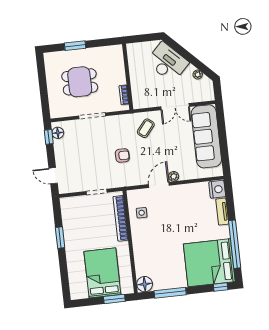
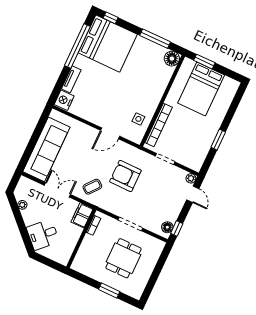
desk: (167, 62) -> (43, 235), width x0.73
dining table: (80, 82) -> (123, 258), turned 90
filing cabinet: (139, 97) -> (82, 215), added
armchair: (122, 155) -> (125, 176), width x1.88, depth x1.88
plant: (174, 176) -> (191, 178), moved

